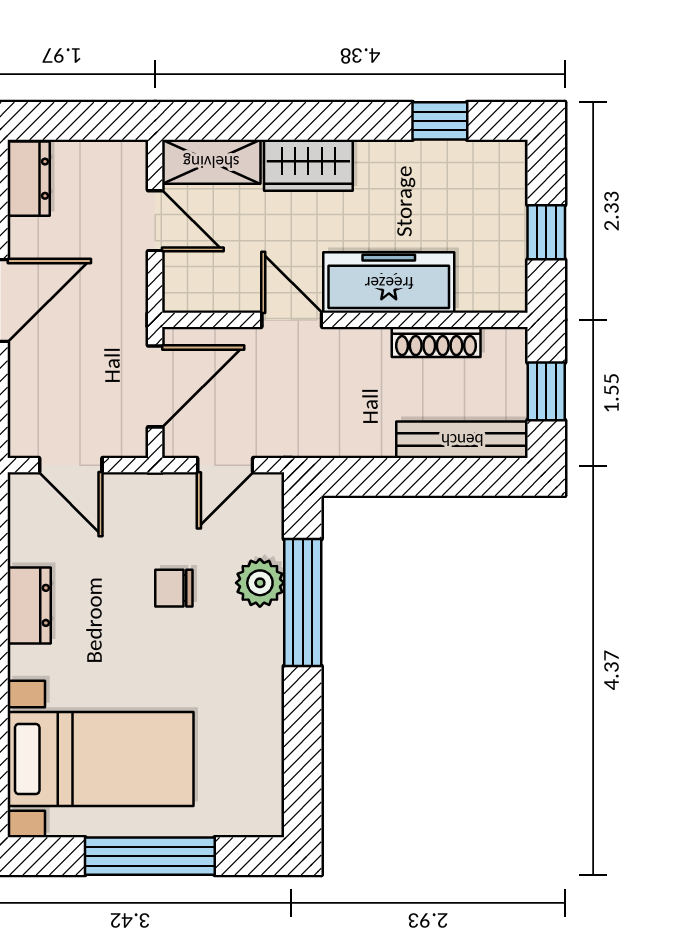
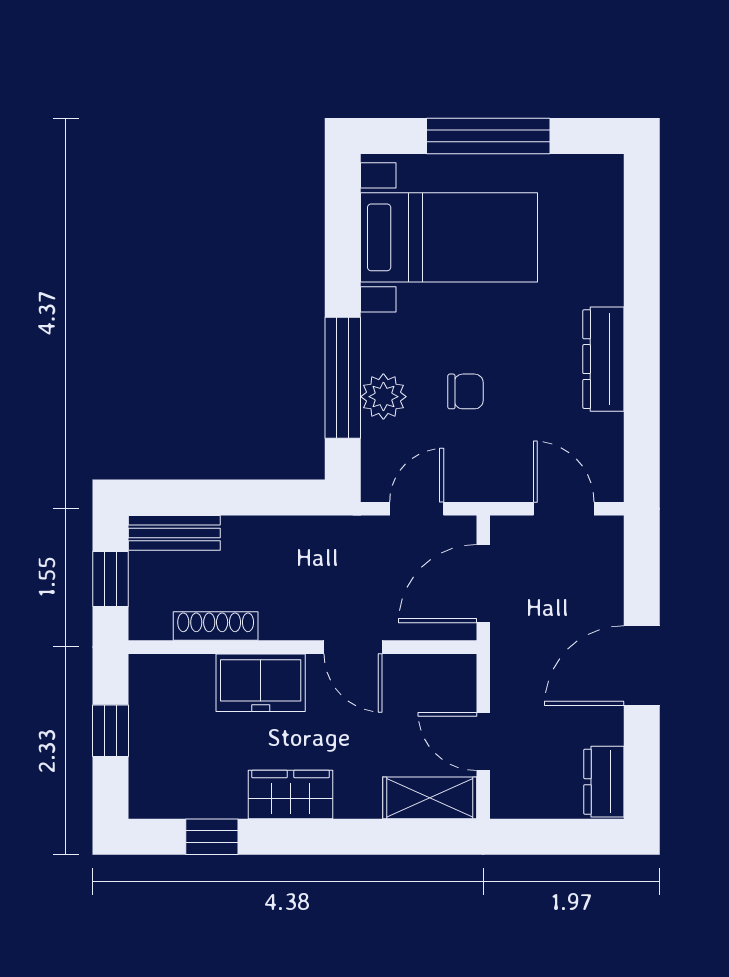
wardrobe: (308, 165) -> (290, 795), moved
freezer: (389, 283) -> (261, 683), width x0.71
bench: (462, 440) -> (174, 533), width x0.73
dresser: (29, 605) -> (603, 359), width x1.44
bed with nightstands: (100, 759) -> (449, 237), moved, turned 180

